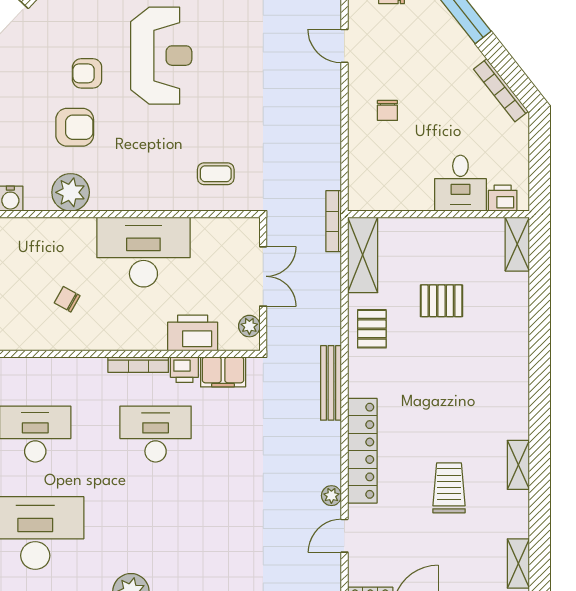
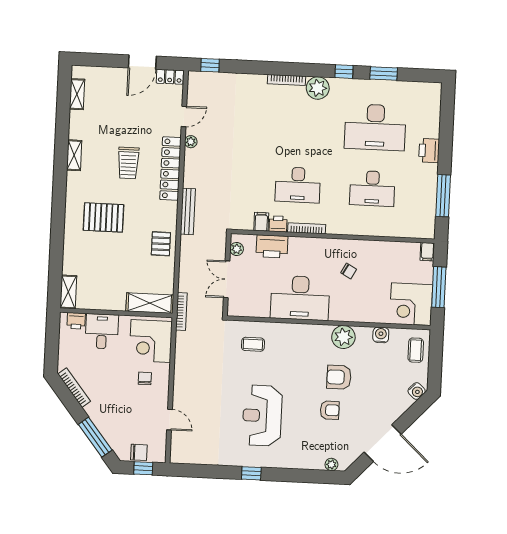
reception desk: (161, 56) -> (262, 416), moved
corner desk: (381, 171) -> (151, 341), added
shelving: (363, 255) -> (150, 303), moved, turned 90
pallet: (441, 301) -> (104, 217), moved, width x1.50, depth x1.42
filing cabinet: (223, 372) -> (261, 222), width x0.50
trolley: (449, 488) -> (128, 163), moved

